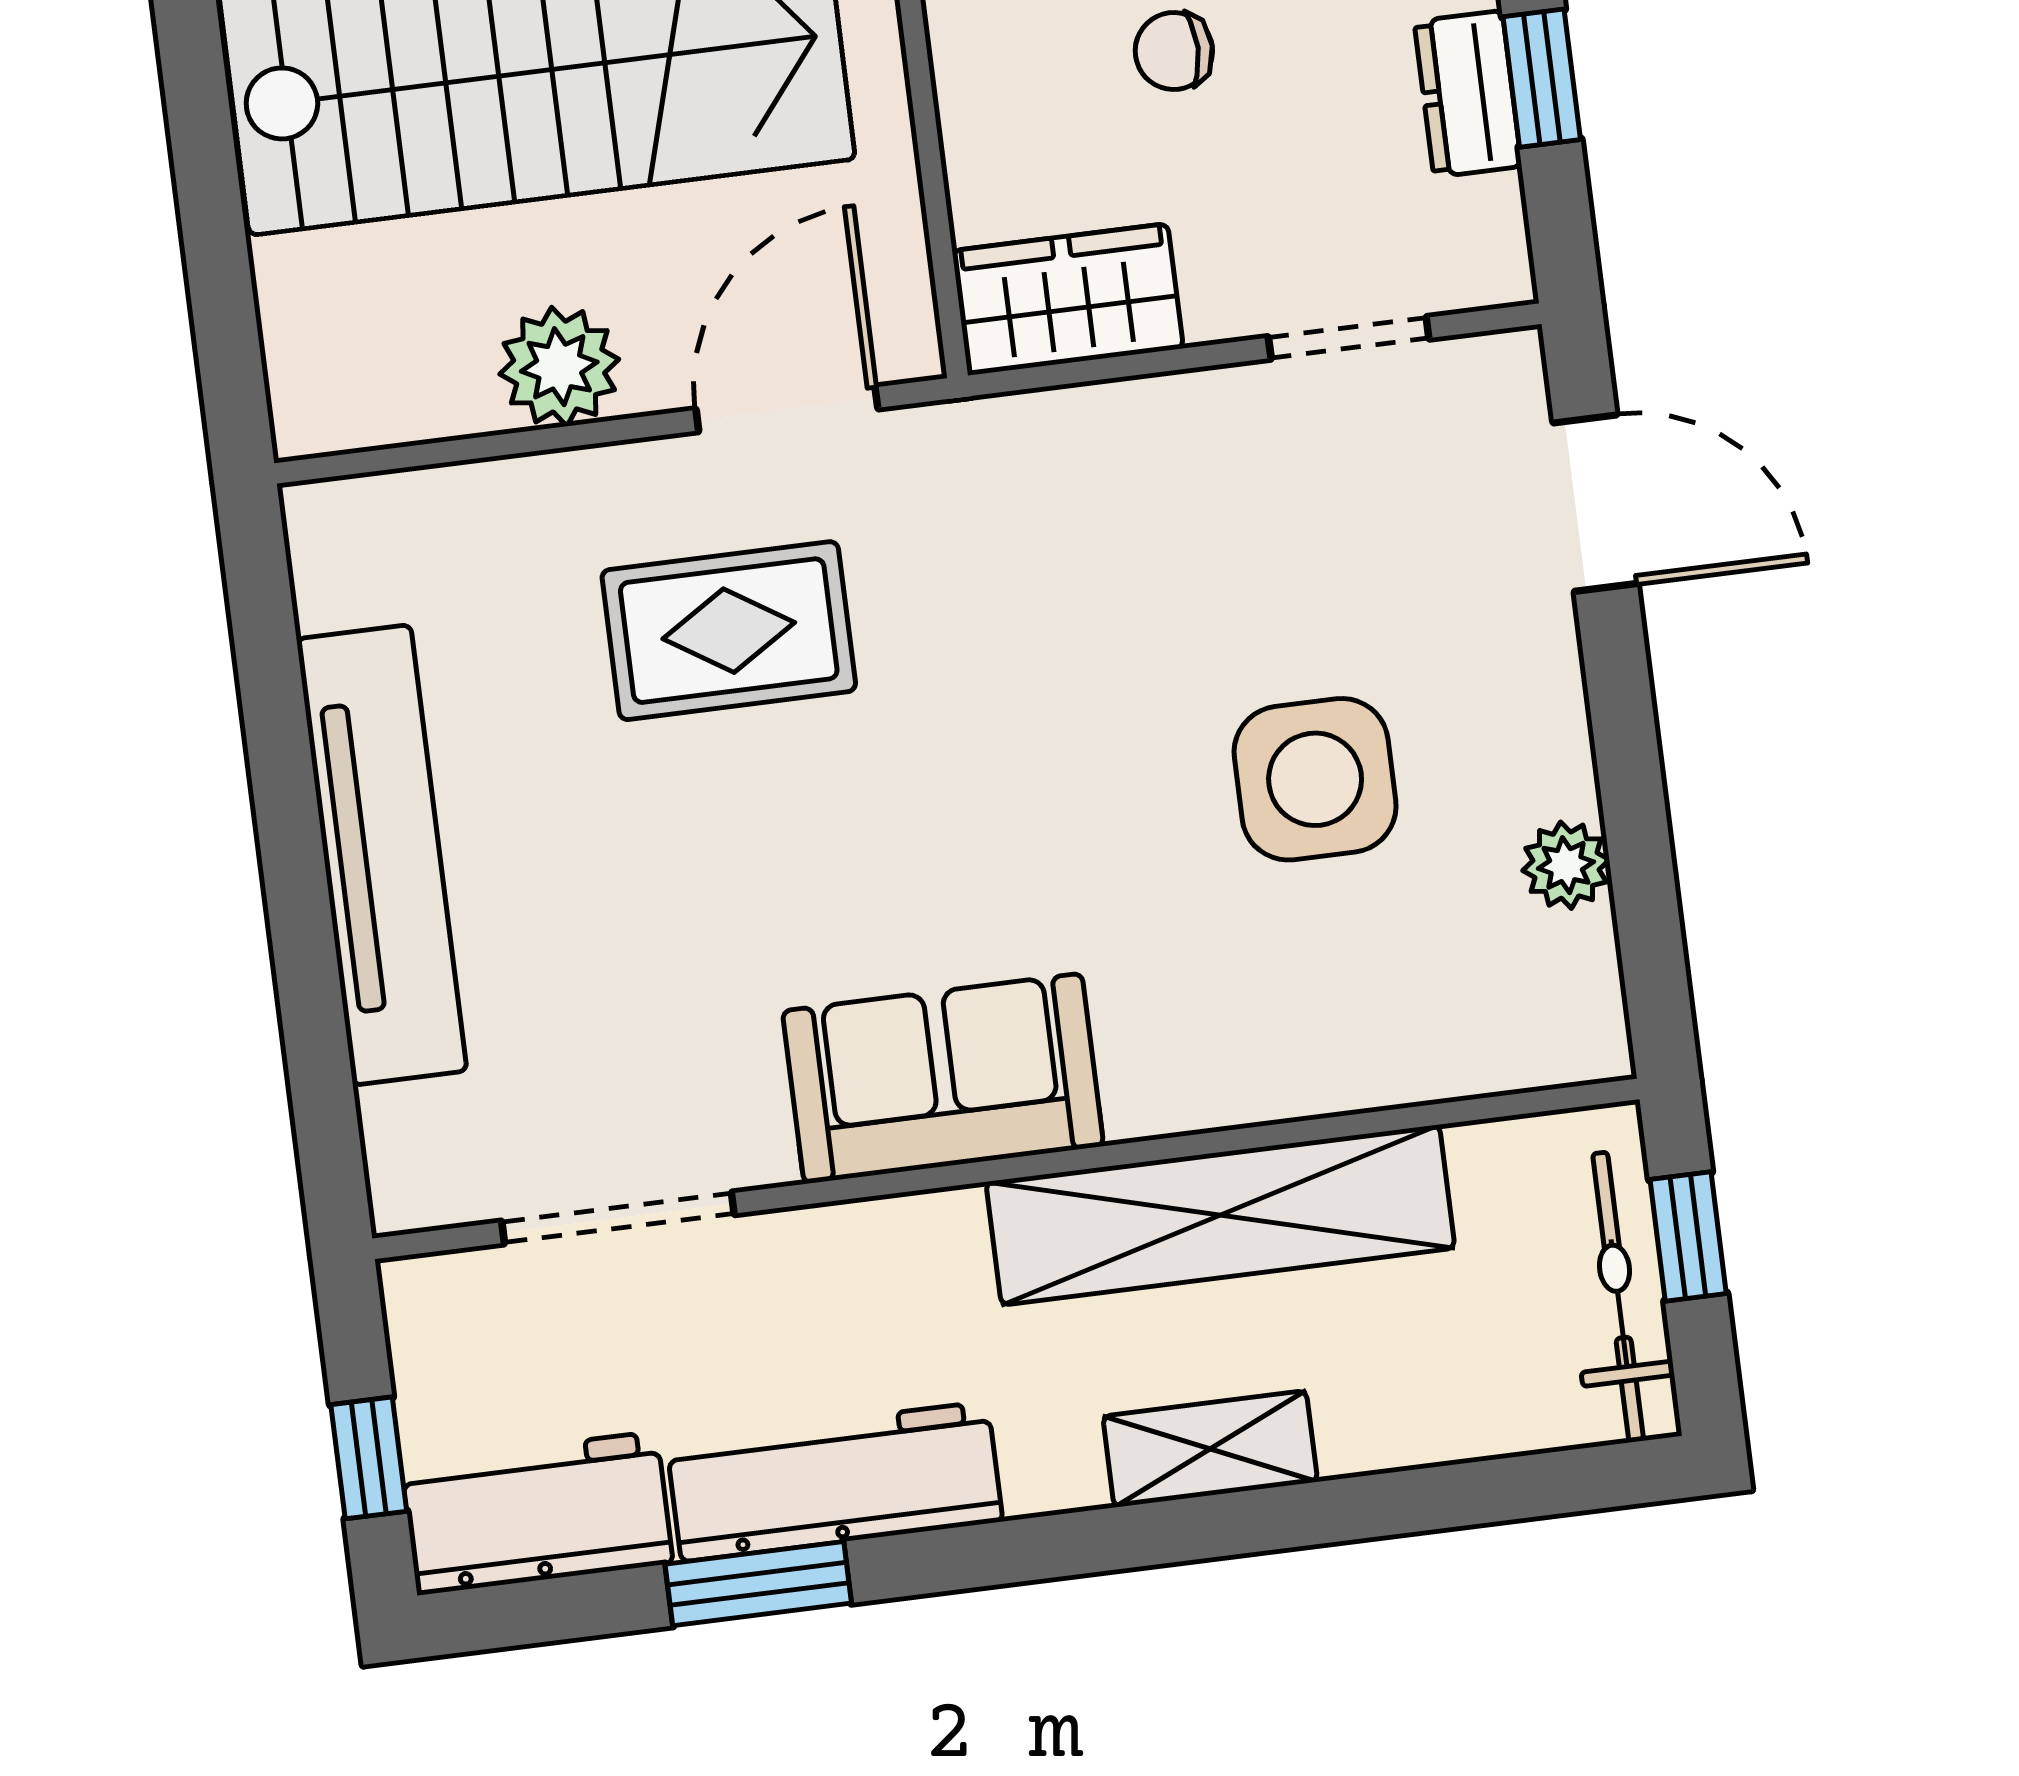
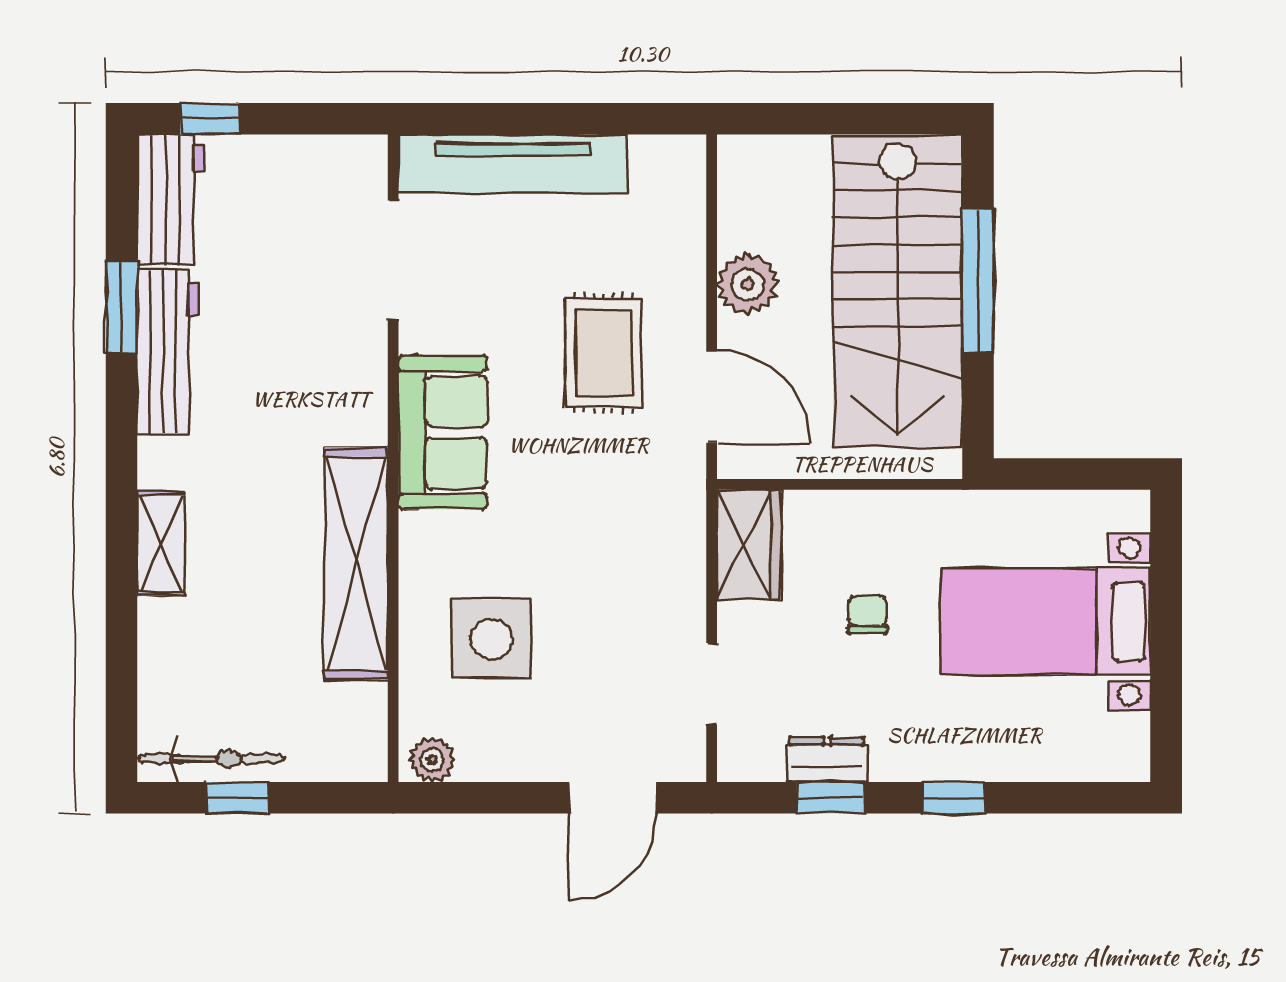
sofa: (943, 1078) -> (443, 432), moved
wall: (1006, 1169) -> (393, 458), moved
shelving: (1220, 1215) -> (356, 563), moved
doorway: (618, 1218) -> (393, 260), moved

